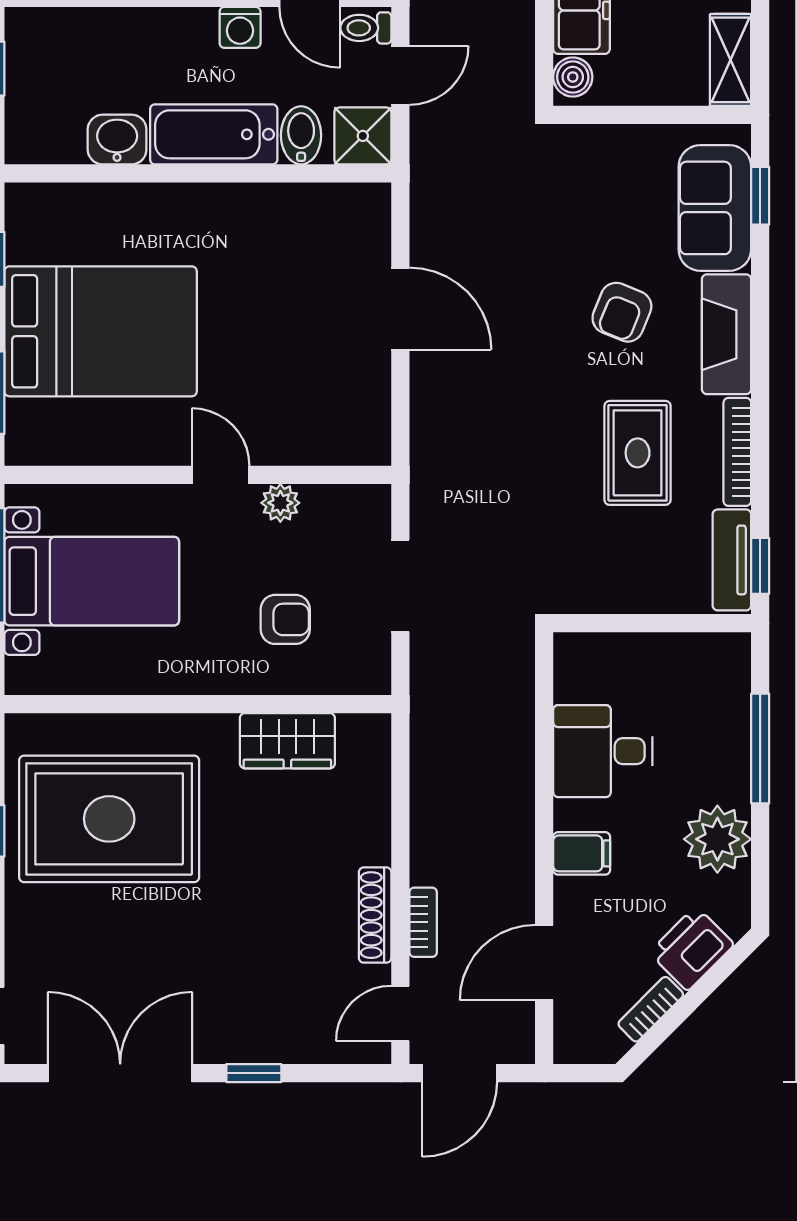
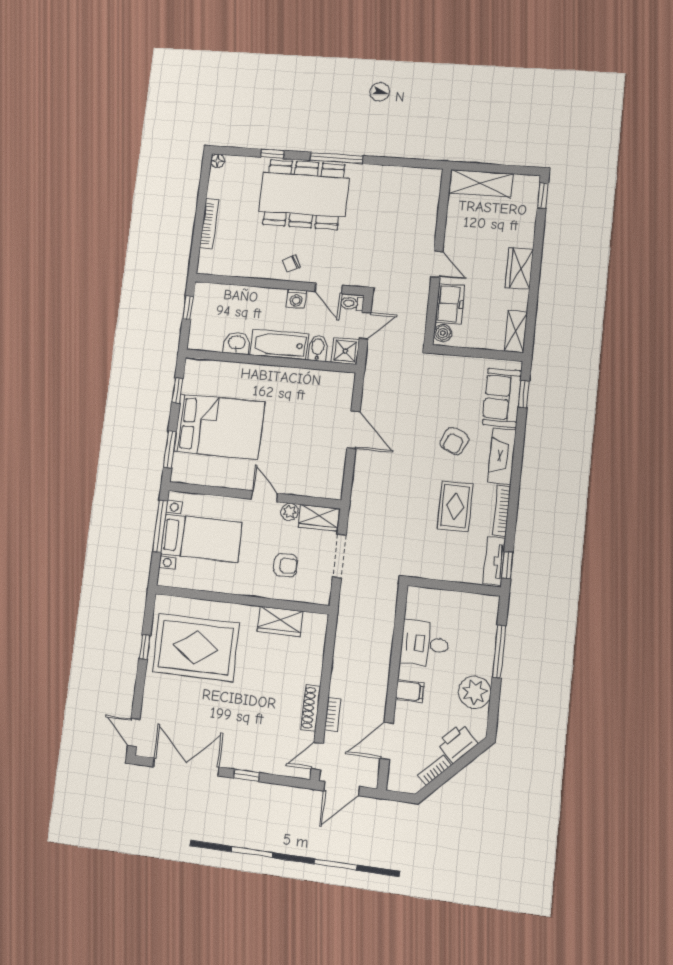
wardrobe: (346, 509) -> (319, 518), added

